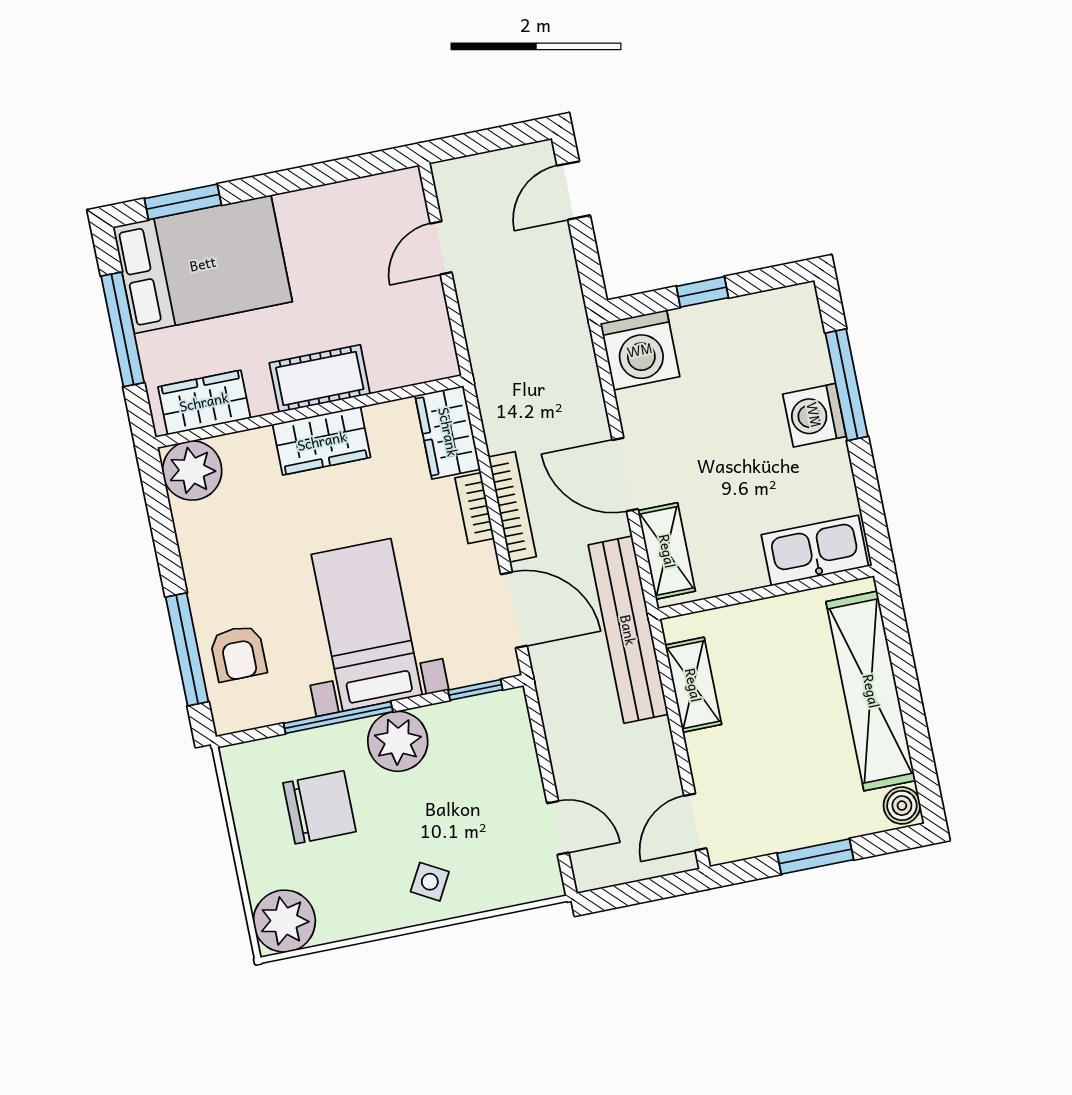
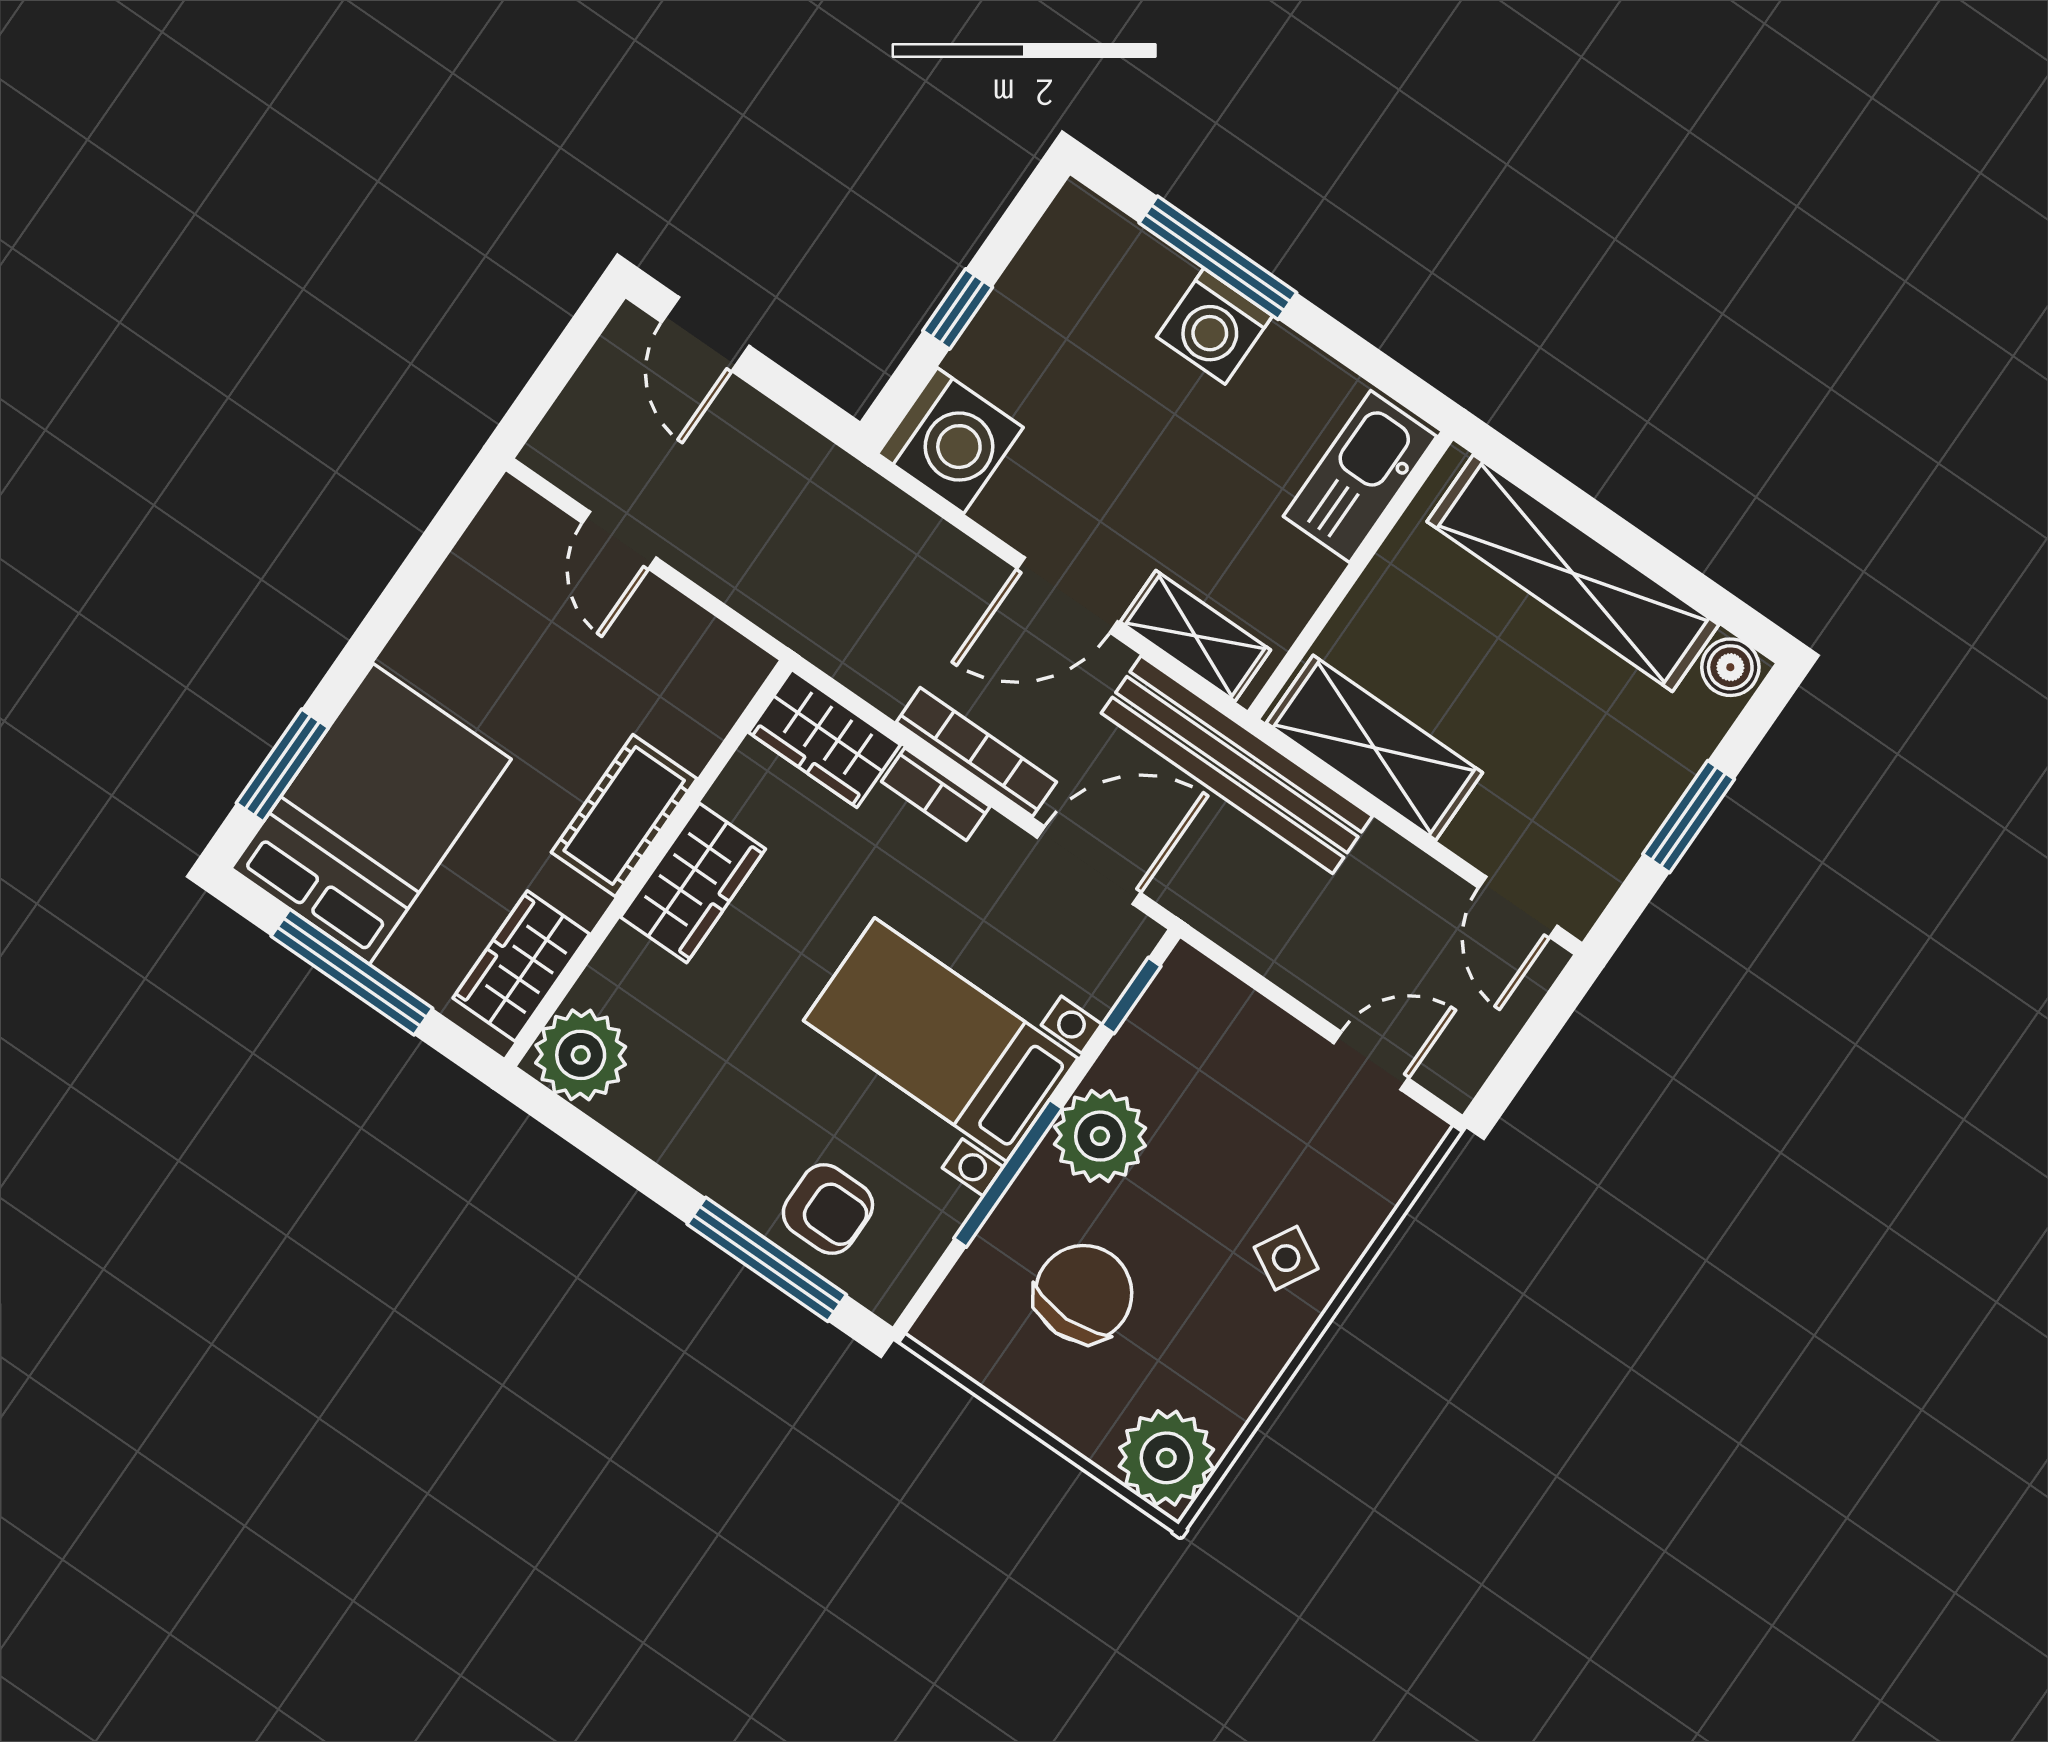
shelving: (693, 685) -> (1374, 748), width x1.50, depth x1.33

